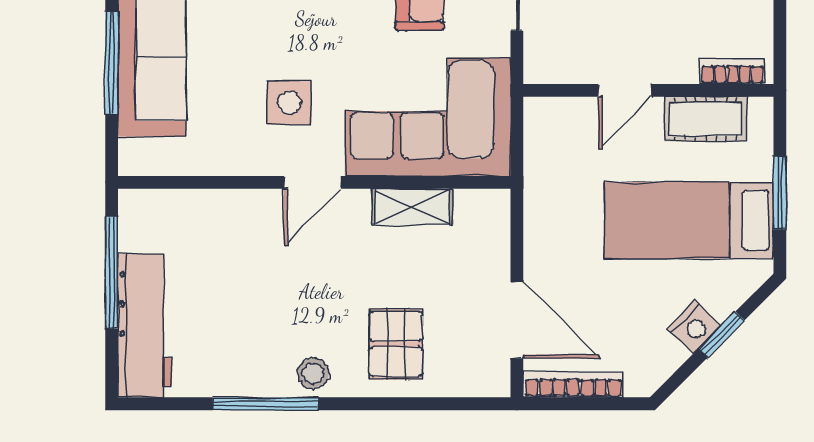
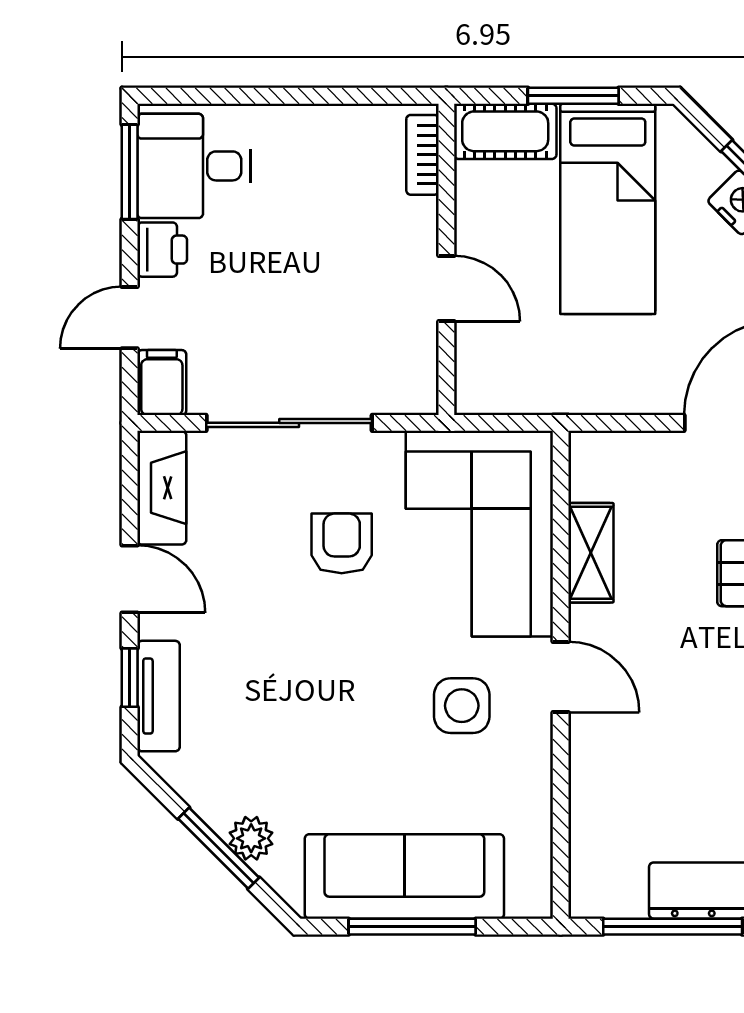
cot: (705, 119) -> (505, 131), moved, turned 90

